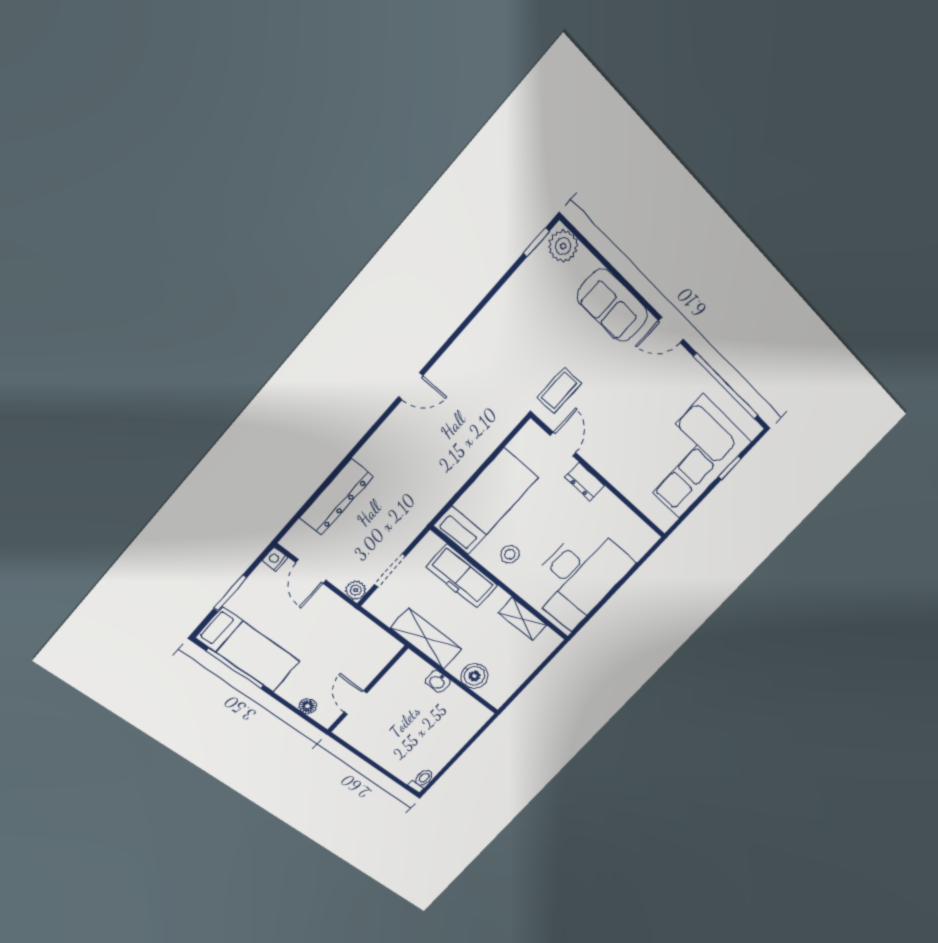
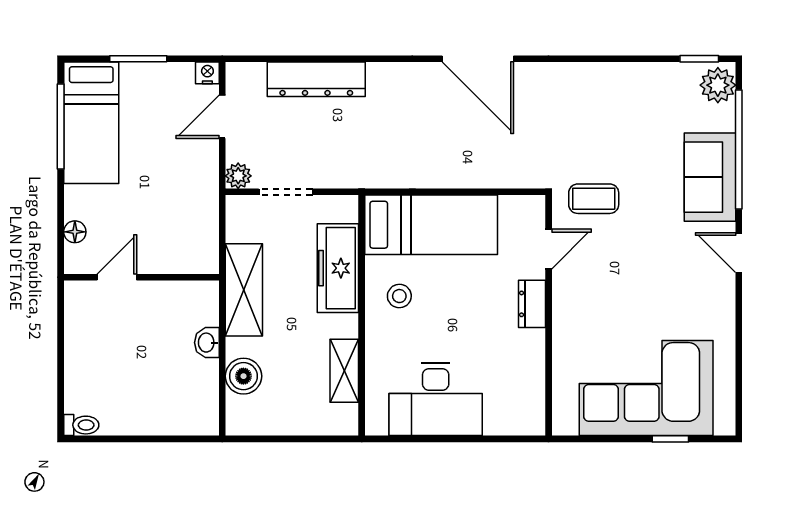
door: (411, 386) -> (478, 59), width x1.88
window: (726, 386) -> (739, 149), moved
desk: (579, 576) -> (436, 399), width x0.73, depth x0.77

